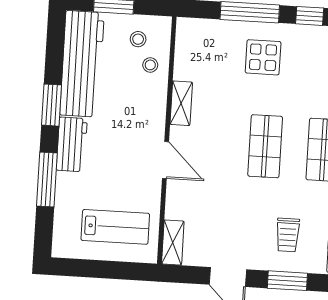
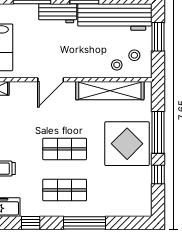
display table: (263, 57) -> (127, 144), width x1.86, depth x1.86
shelving: (181, 103) -> (110, 91), width x2.20, depth x1.33

